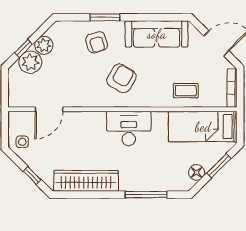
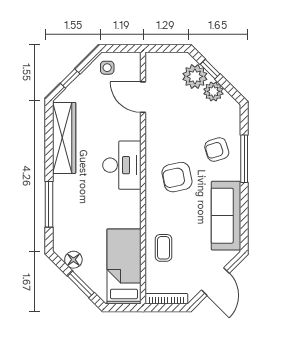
window: (105, 17) -> (244, 159), width x1.44
armchair: (122, 78) -> (177, 177), turned 137
desk: (129, 128) -> (122, 165), moved

